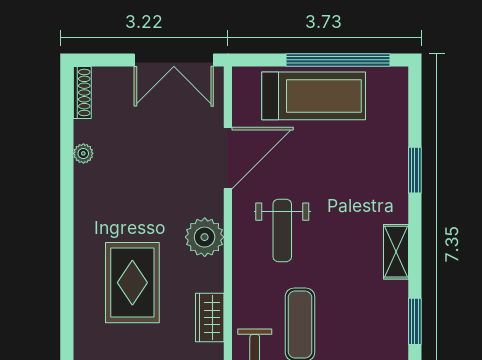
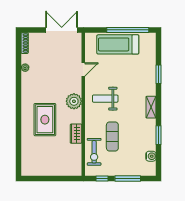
double door: (174, 60) -> (62, 30), swing flipped
treadmill: (314, 96) -> (118, 44), turned 180
door: (228, 158) -> (83, 70), width x0.53
weight bench: (282, 230) -> (105, 99), turned 90

